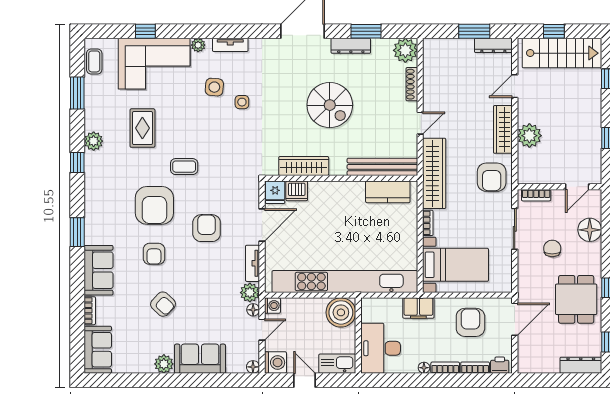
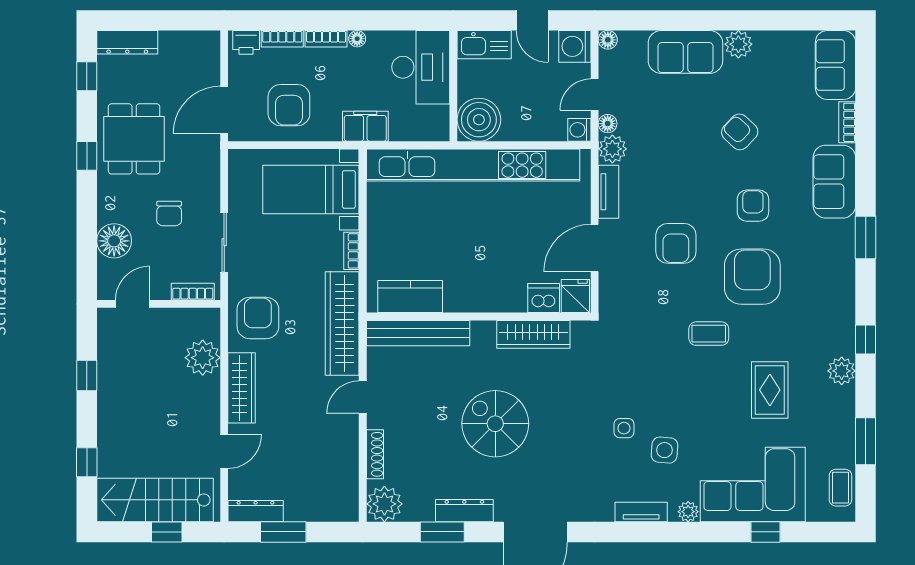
plant: (529, 136) -> (203, 358), moved

